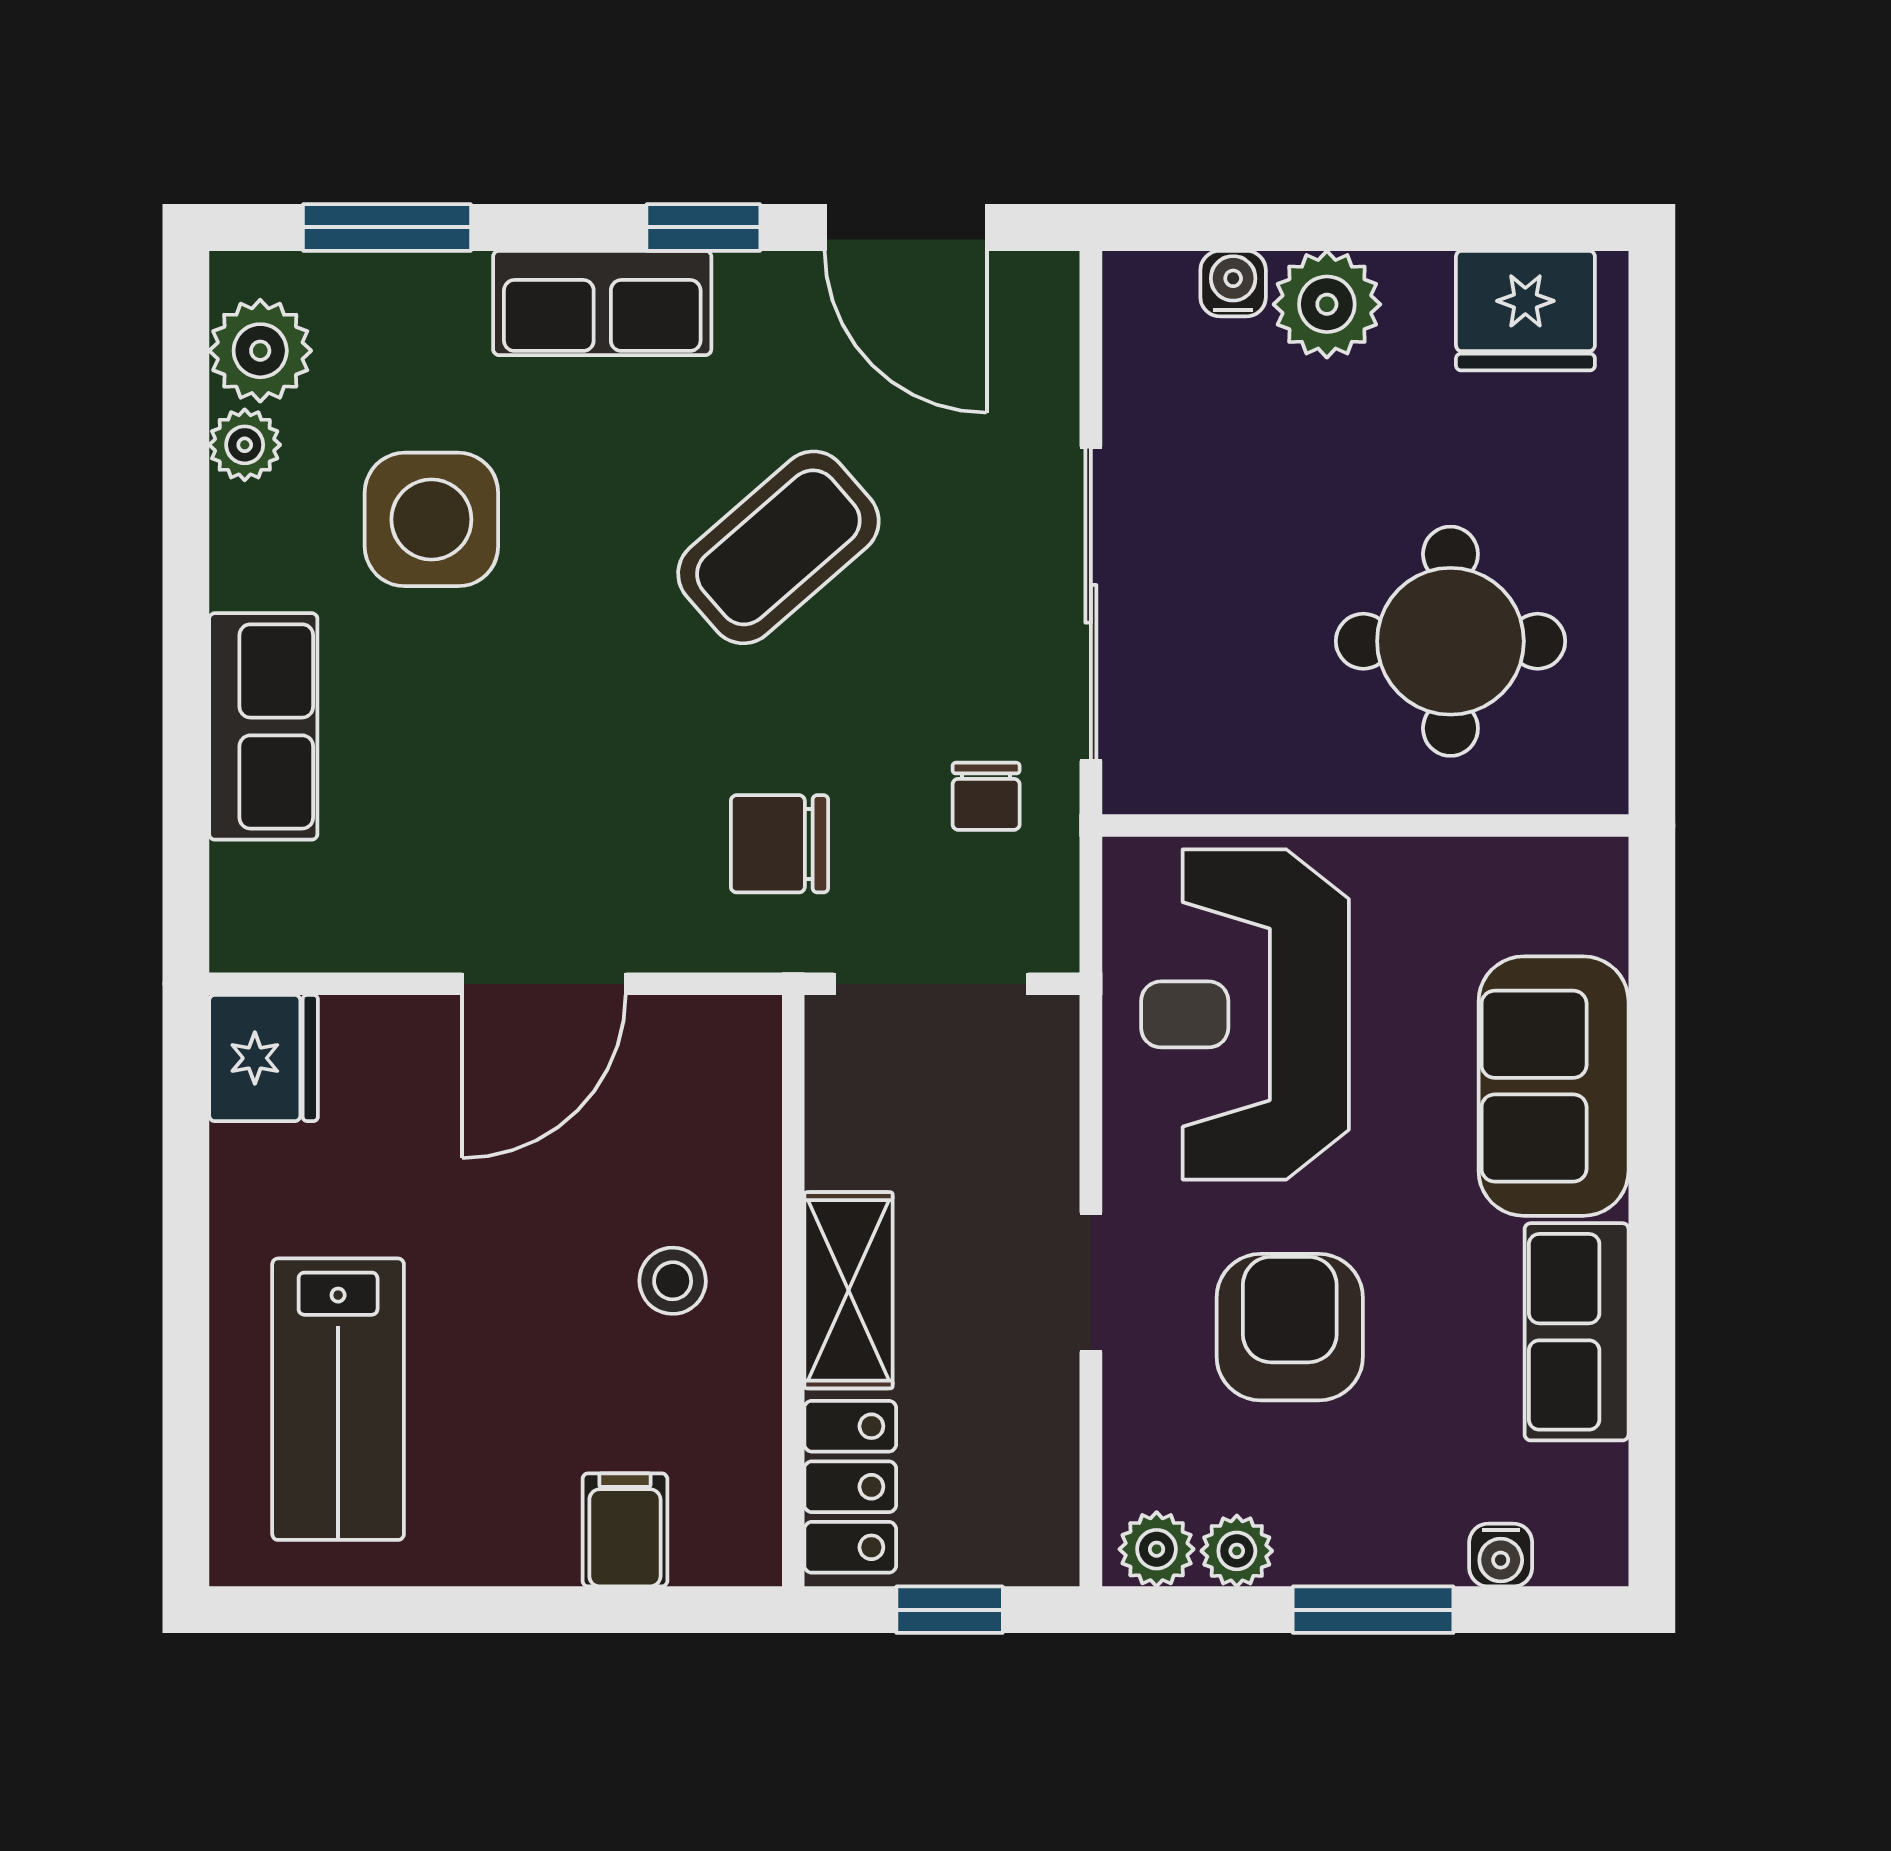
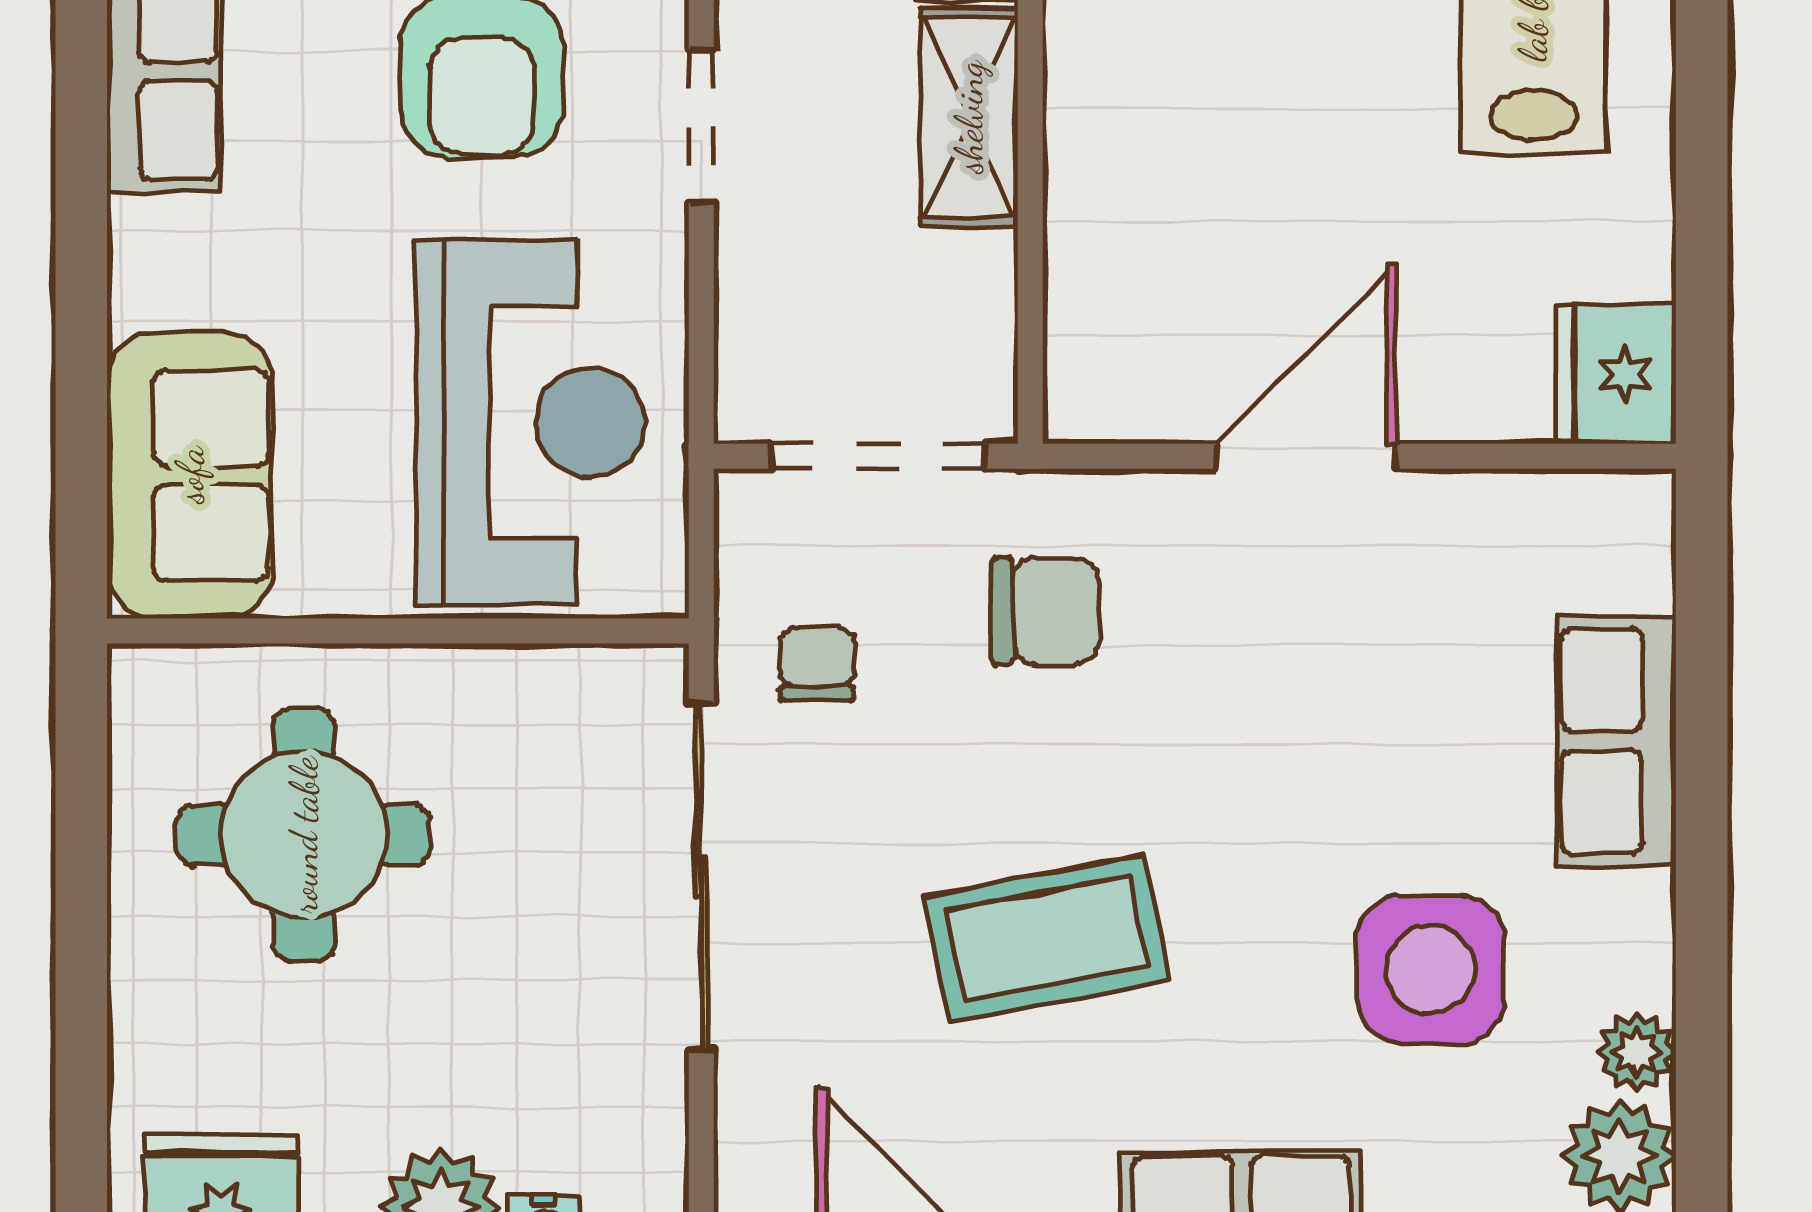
coffee table: (778, 547) -> (1047, 939), turned 30
sofa: (1554, 1086) -> (190, 475), moved
stool: (673, 1281) -> (1164, 128), removed

